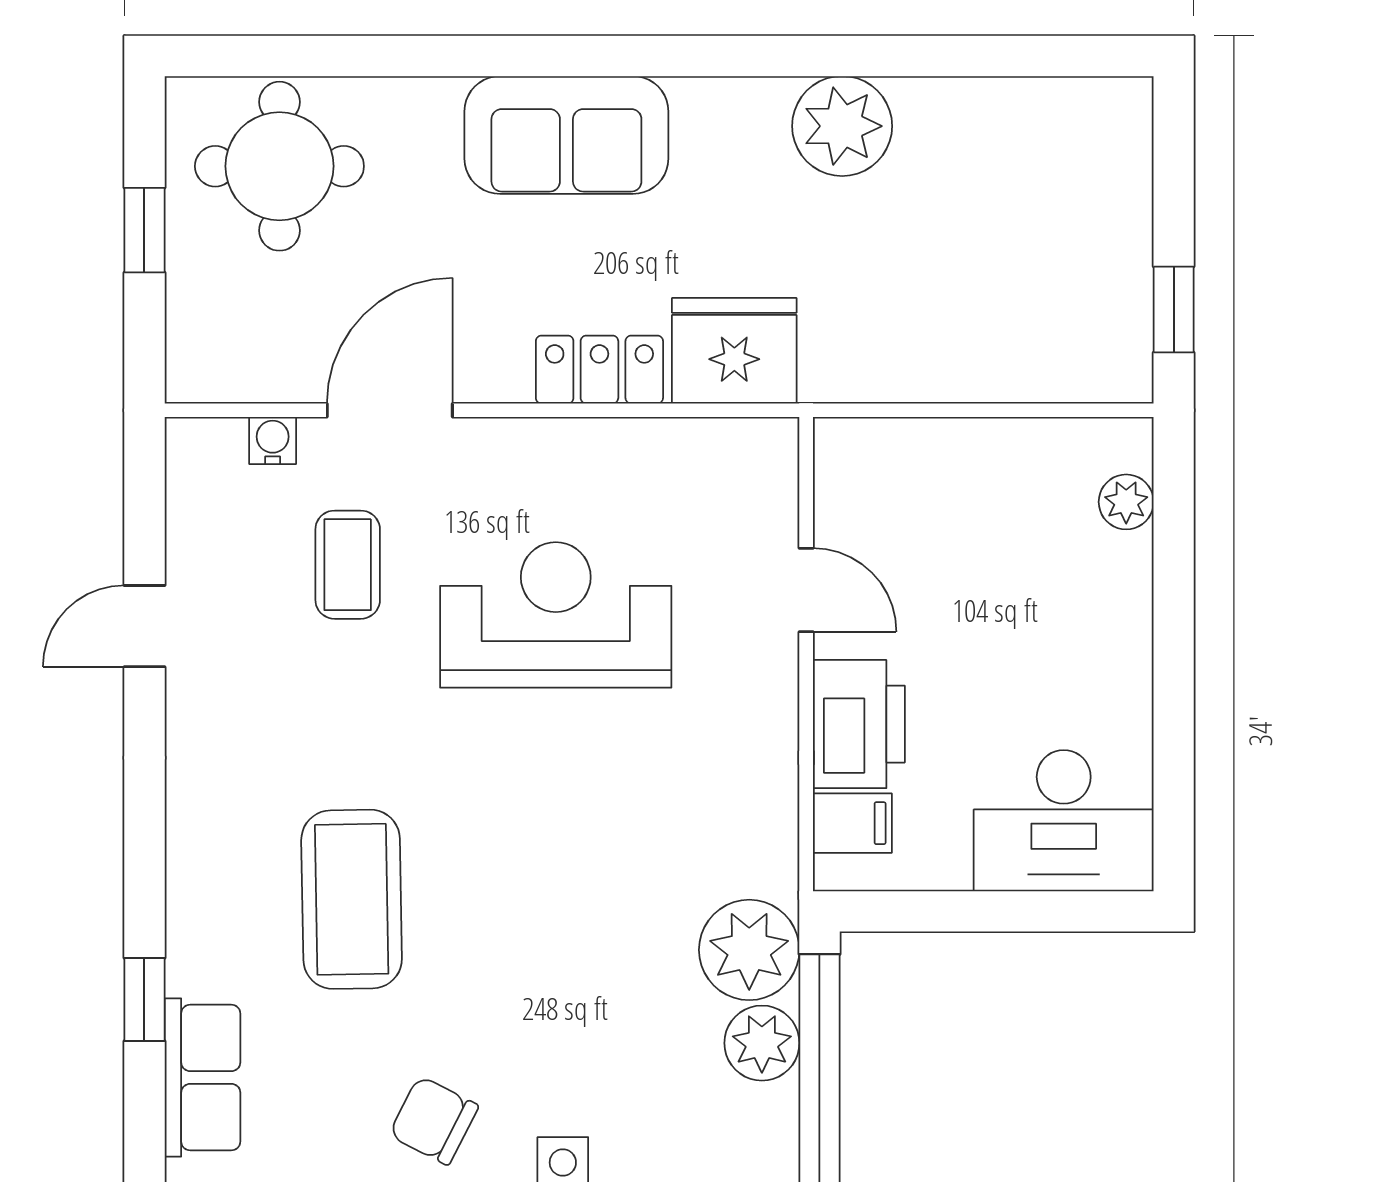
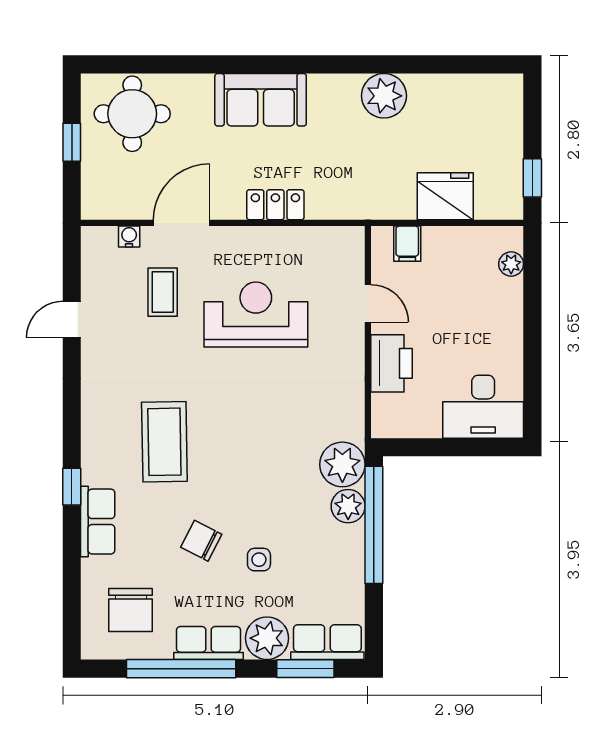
fridge: (734, 351) -> (445, 196), moved
filing cabinet: (852, 823) -> (407, 244), moved, turned 90

